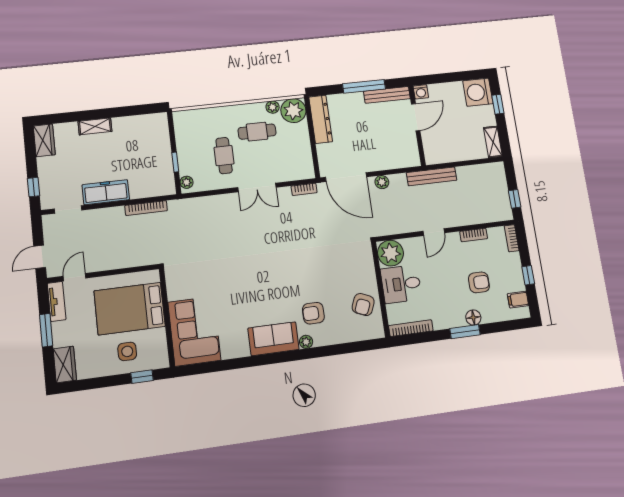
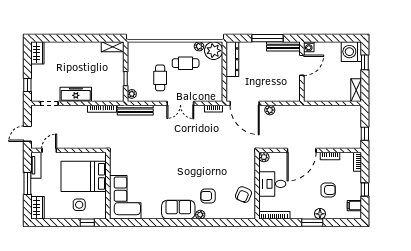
shelving: (95, 126) -> (113, 47), moved
bench: (432, 176) -> (135, 110), moved
door: (434, 232) -> (302, 150), width x1.88
plant: (391, 253) -> (264, 157), width x0.53, depth x0.53

